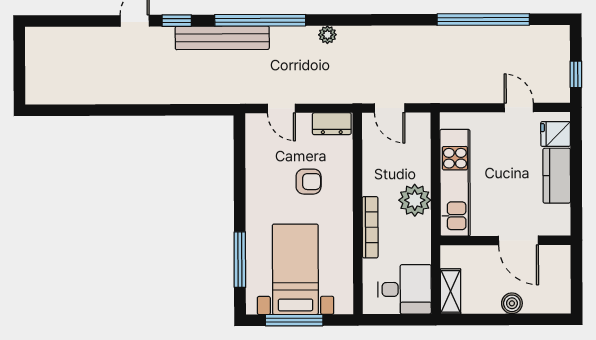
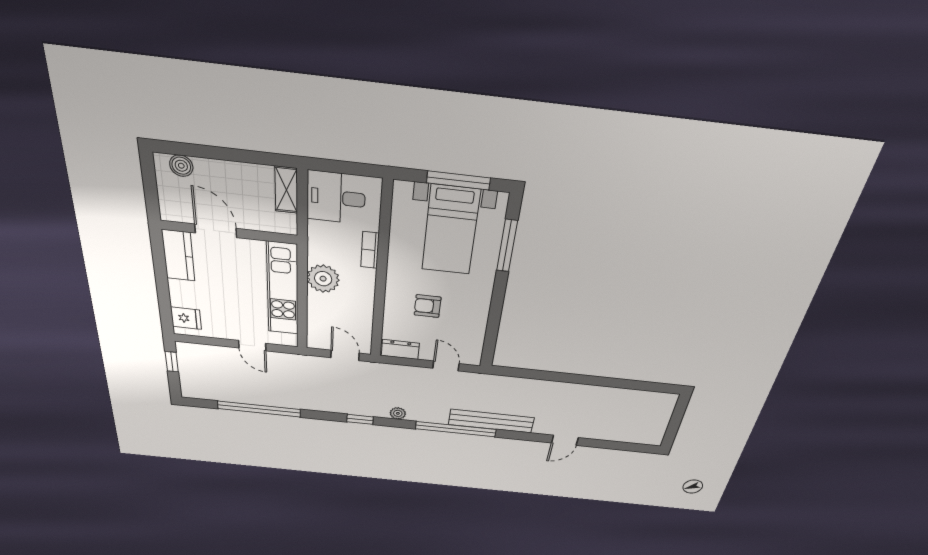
window: (177, 21) -> (360, 419), moved
door: (519, 108) -> (252, 346), moved
kitchen counter: (557, 176) -> (178, 255), moved
bookcase: (370, 227) -> (370, 250), width x0.64
boiler: (512, 303) -> (181, 166), moved

